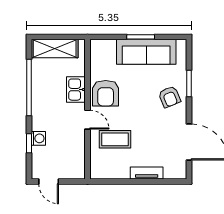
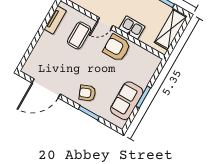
sofa: (146, 52) -> (127, 101), width x0.73
tv unit: (147, 173) -> (55, 20), moved

